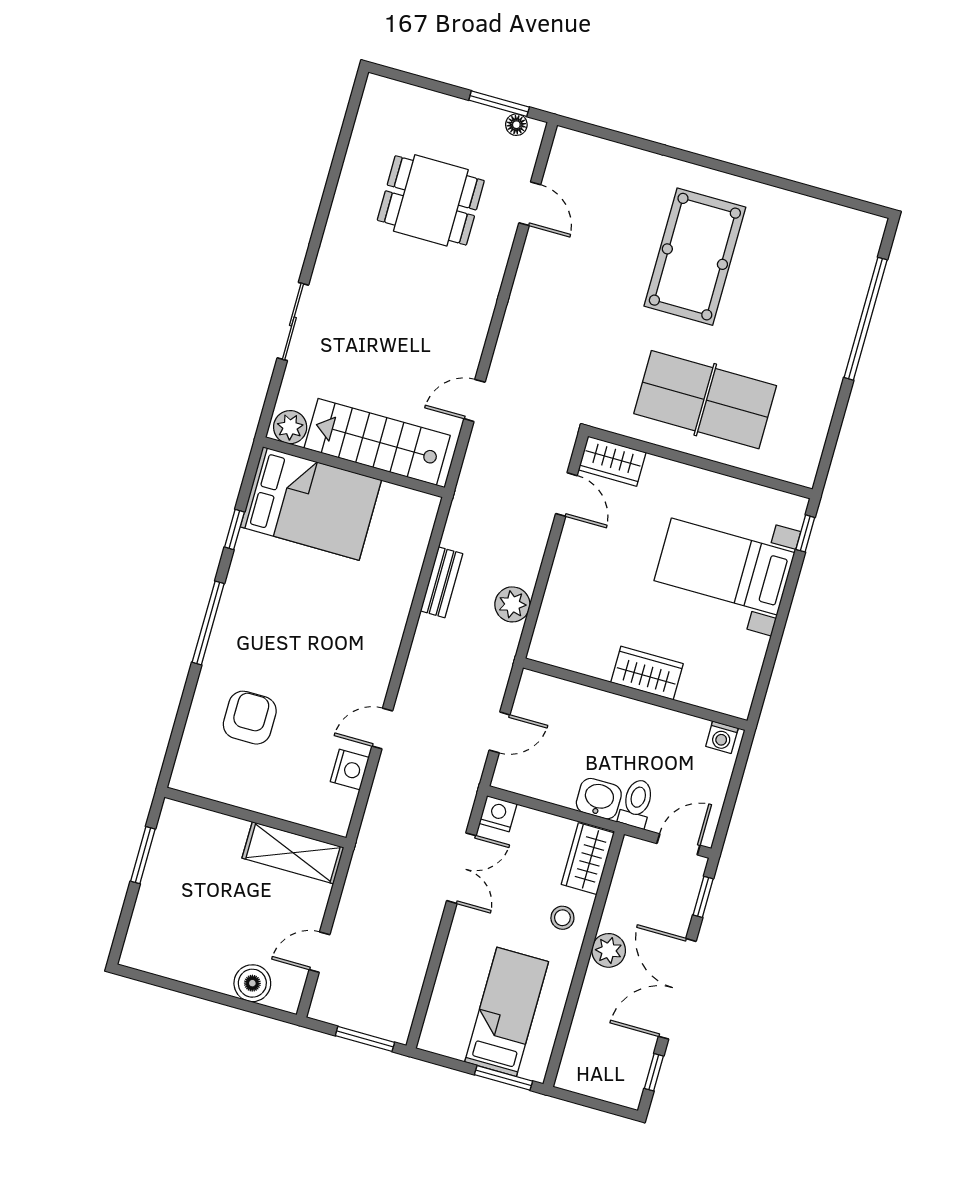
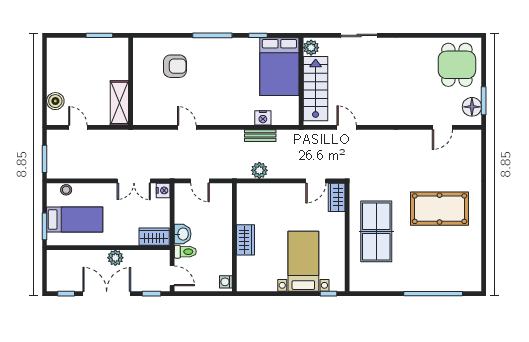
floor lamp: (516, 125) -> (472, 107), width x1.89, depth x1.89
dining table: (431, 200) -> (457, 65), moved
nightstand: (350, 770) -> (263, 118), moved
stool: (562, 918) -> (66, 190), moved

